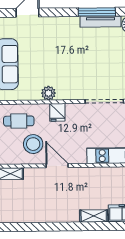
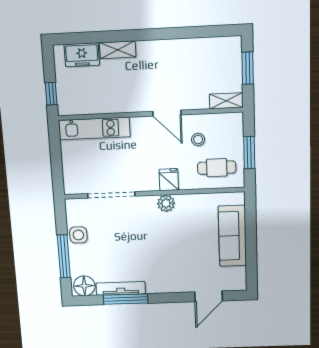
plant: (48, 93) -> (166, 203), moved
stool: (33, 144) -> (198, 139), width x0.53, depth x0.53

